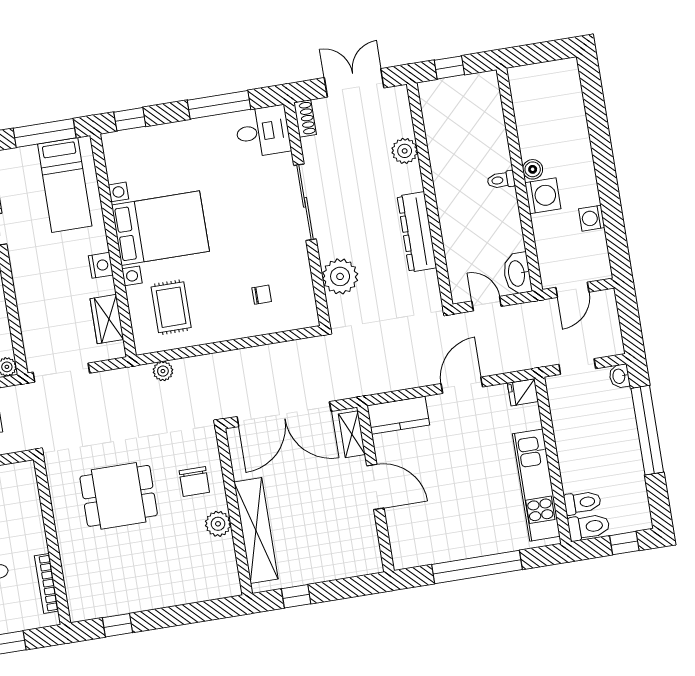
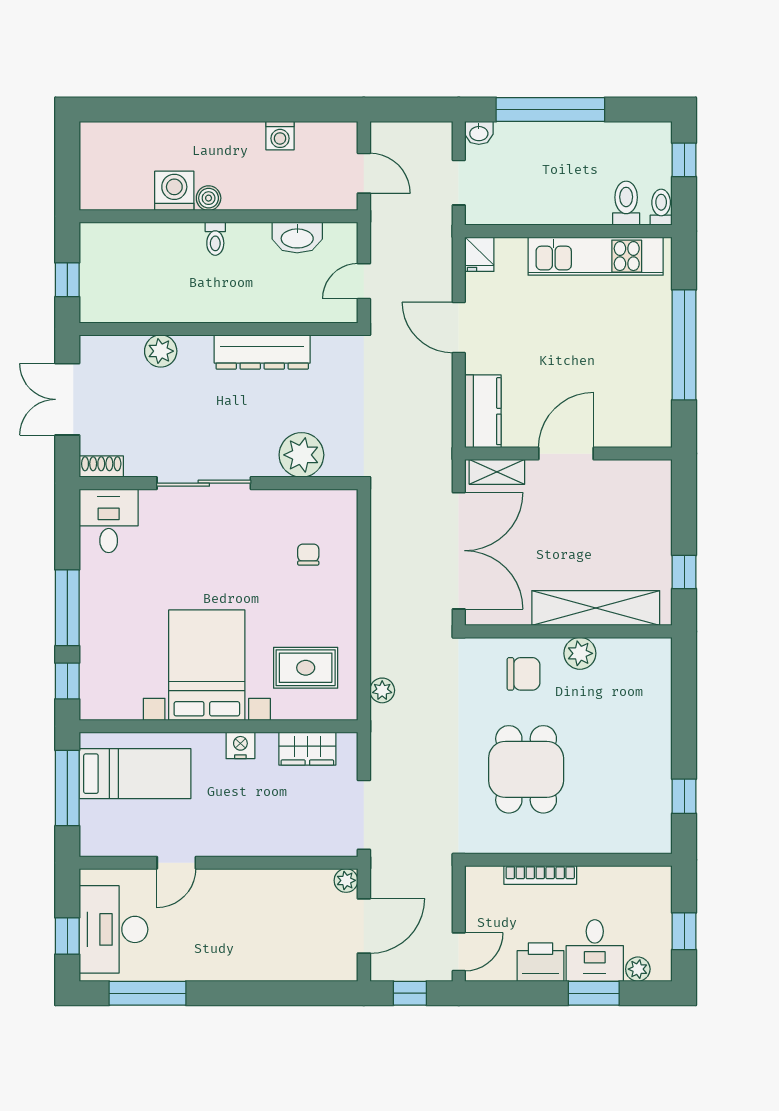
window: (219, 105) -> (67, 608), moved
washing machine: (543, 196) -> (174, 191), moved
washbasin: (517, 273) -> (297, 238), moved
toilet: (589, 527) -> (661, 207), width x0.73, depth x0.72
bookcase: (46, 583) -> (540, 875), moved

